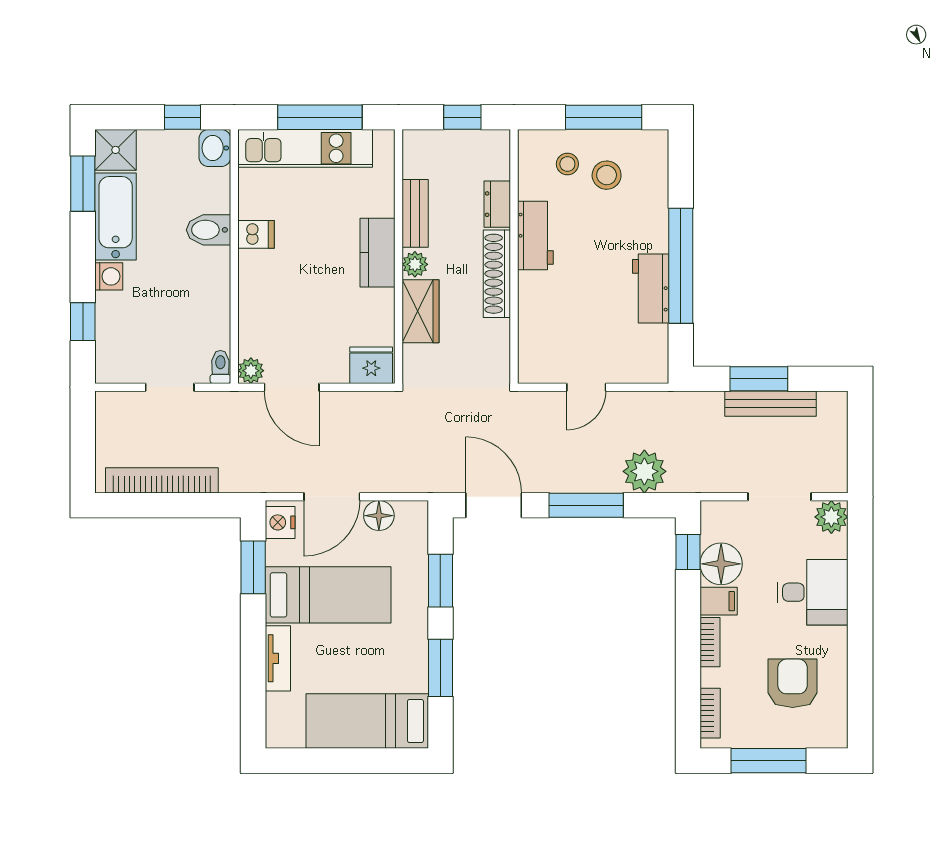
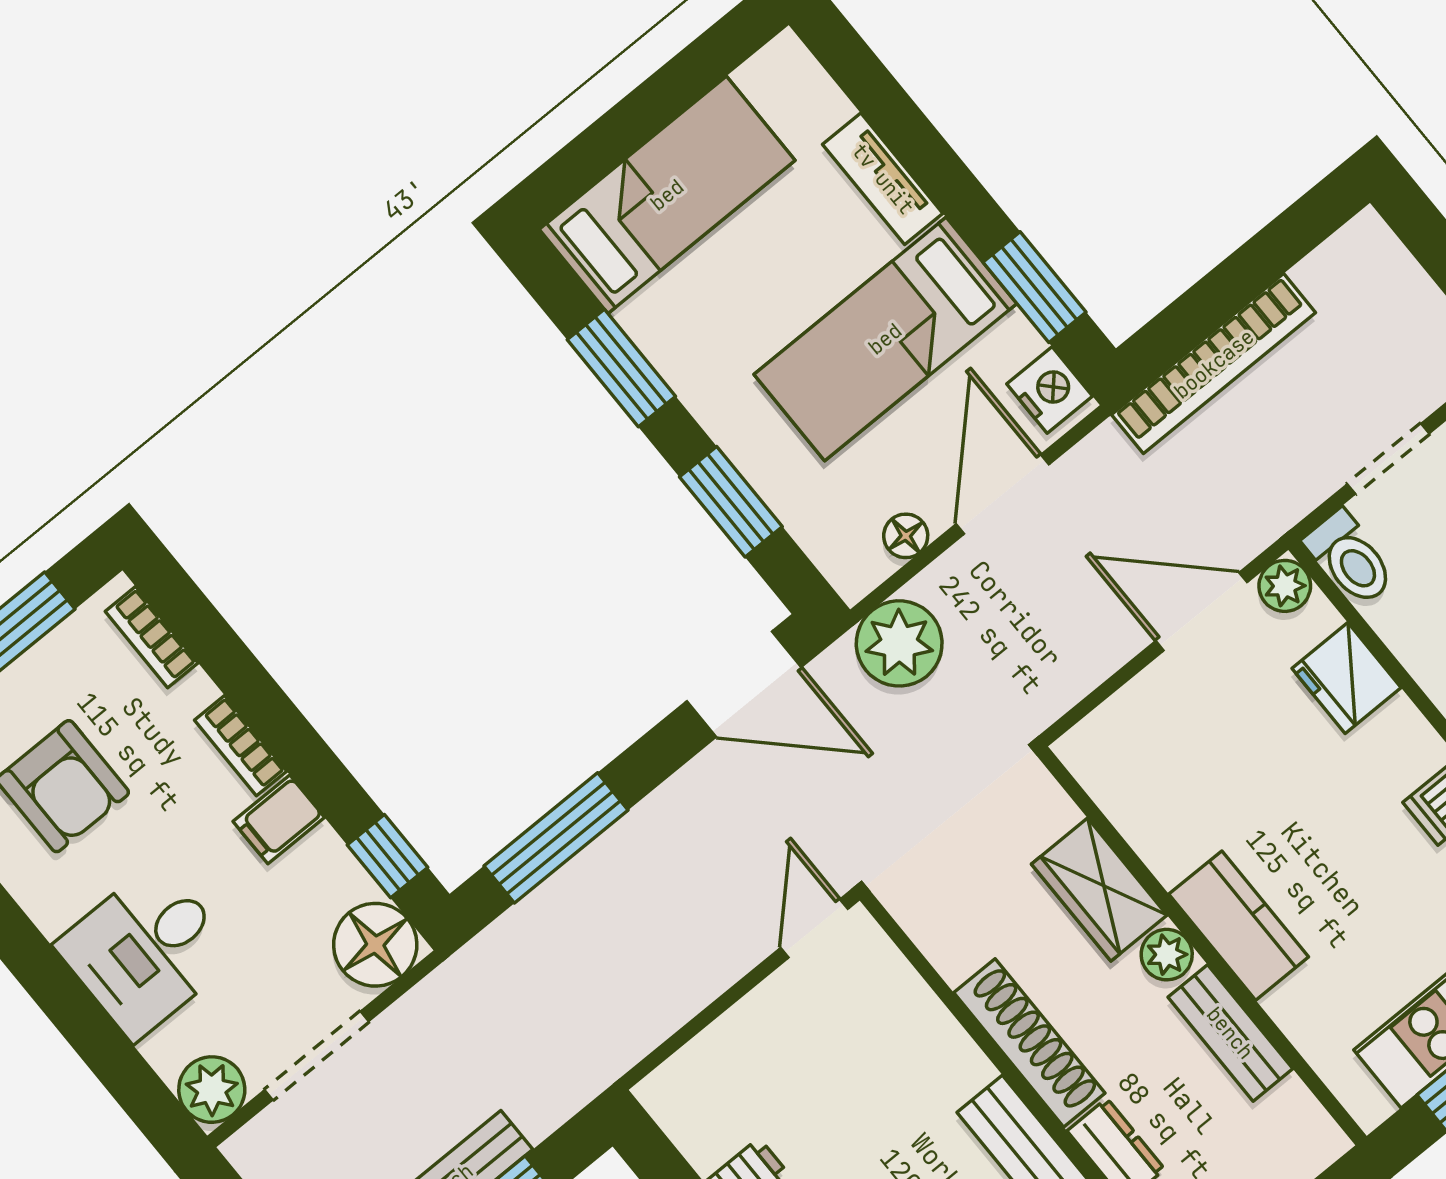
fridge: (371, 365) -> (1346, 678), moved, turned 90
toilet: (220, 367) -> (1350, 558), width x1.37, depth x1.39
door: (586, 387) -> (814, 928), moved
plant: (644, 471) -> (899, 643), moved
bookcase: (162, 480) -> (1214, 364), moved
window: (586, 505) -> (556, 838), moved
floor lamp: (379, 516) -> (906, 536), width x0.73, depth x0.73
floor lamp: (721, 564) -> (375, 945), moved

